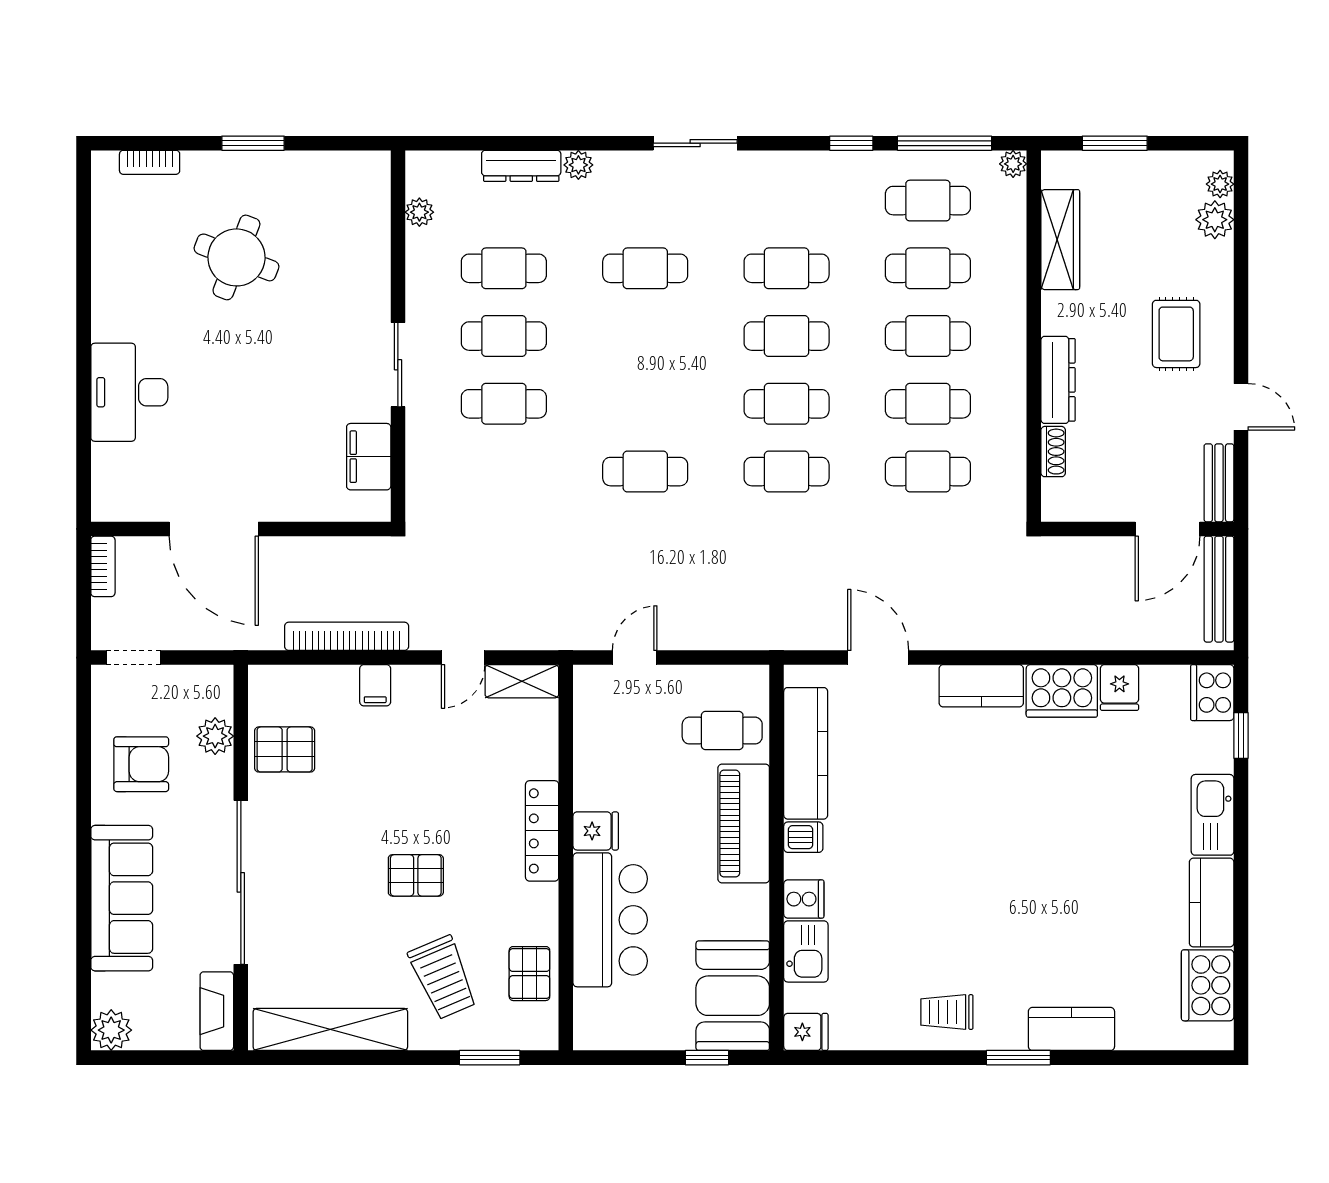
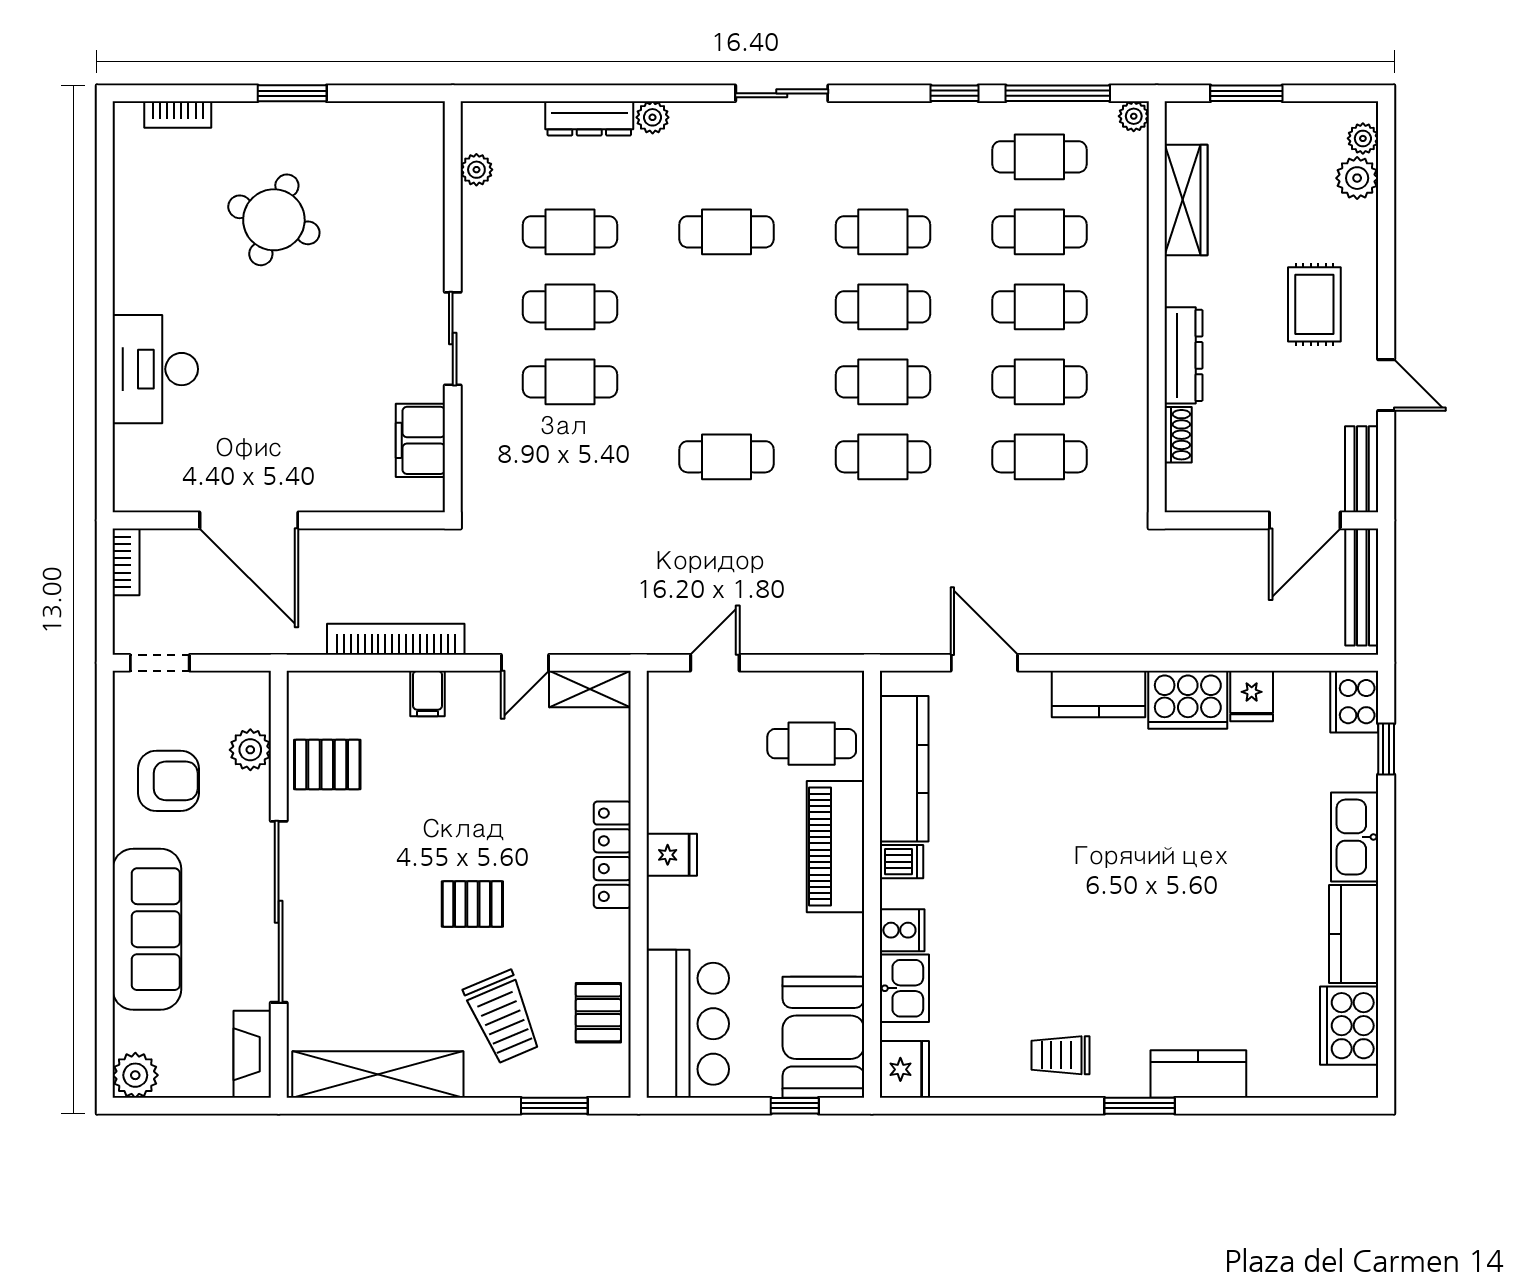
bar counter: (610, 920) -> (688, 1024), moved
fridge: (806, 1032) -> (904, 1069), width x1.38

